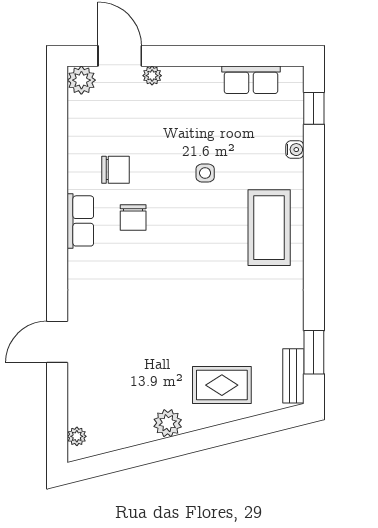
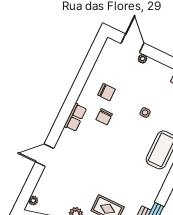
plant: (81, 80) -> (111, 46), removed
row of seats: (80, 221) -> (75, 117), moved

